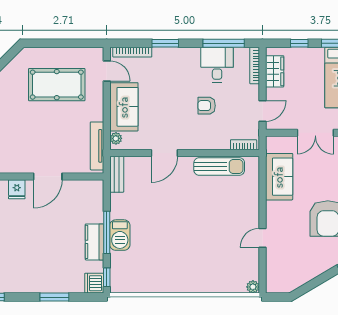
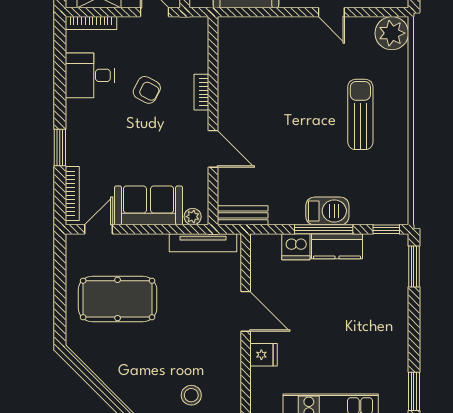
window: (224, 43) -> (60, 66), removed
pool table: (57, 85) -> (118, 299), turned 90
armchair: (207, 106) -> (147, 90), turned -62
bookcase: (244, 145) -> (201, 92), moved
sun lounger: (219, 166) -> (360, 114), moved
dishwasher: (94, 283) -> (296, 247), moved
plant: (253, 287) -> (392, 33), width x1.88, depth x1.88
window: (54, 297) -> (414, 266), moved

